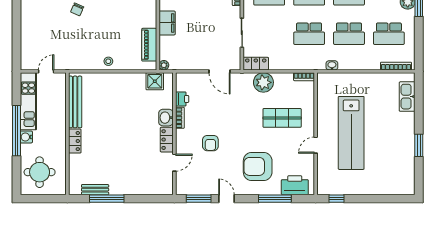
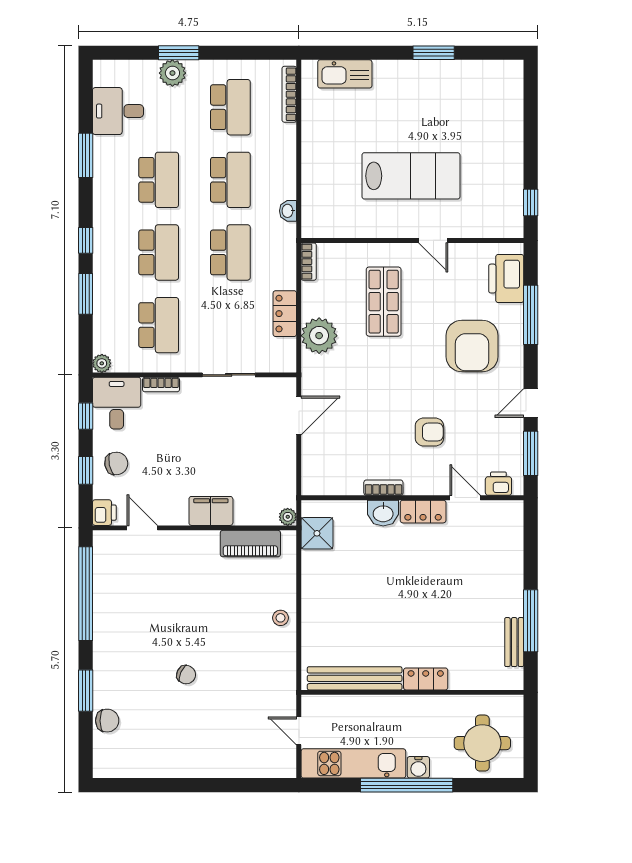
locker: (256, 64) -> (285, 314), moved
printer: (182, 99) -> (498, 484), moved
lab bench: (351, 133) -> (411, 176), width x0.73

